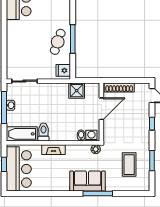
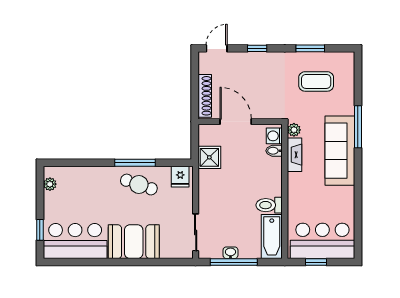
booth: (18, 38) -> (134, 242), added
fireplace: (54, 150) -> (294, 155), moved
sofa: (88, 181) -> (340, 151), width x1.36

